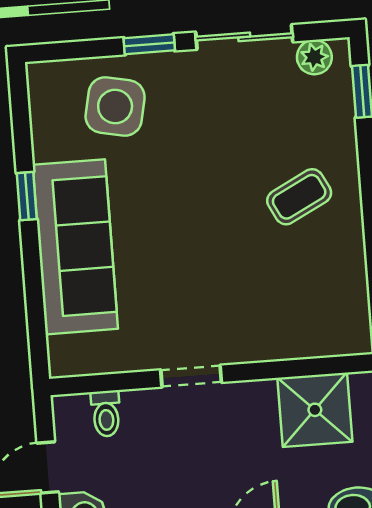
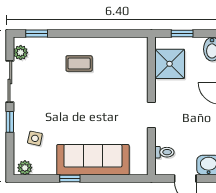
plant: (44, 88) -> (25, 168), added
side table: (115, 106) -> (35, 138), width x0.54, depth x0.54
coffee table: (299, 197) -> (79, 64), turned -63

